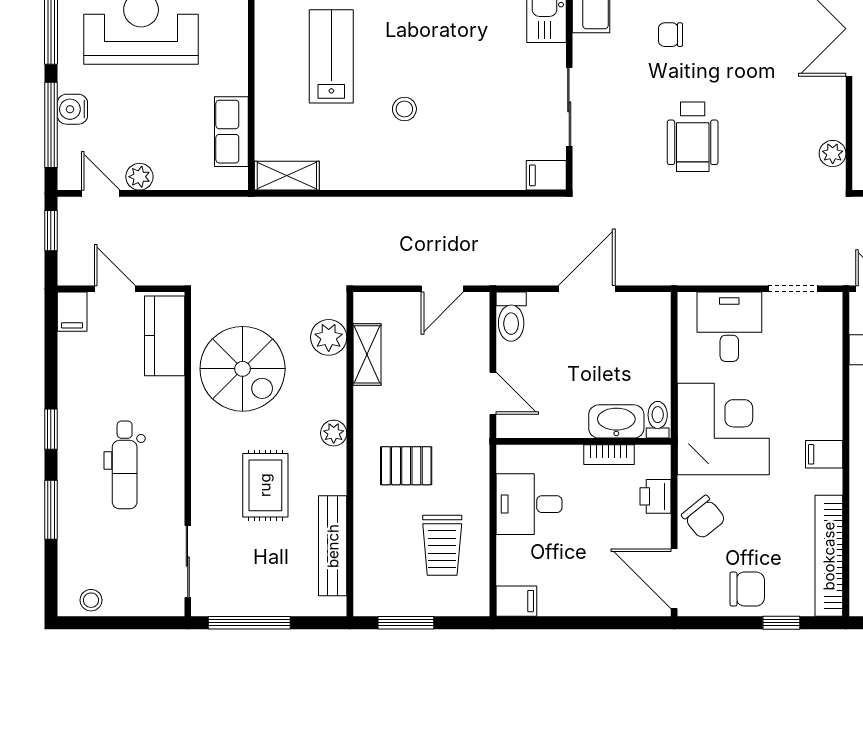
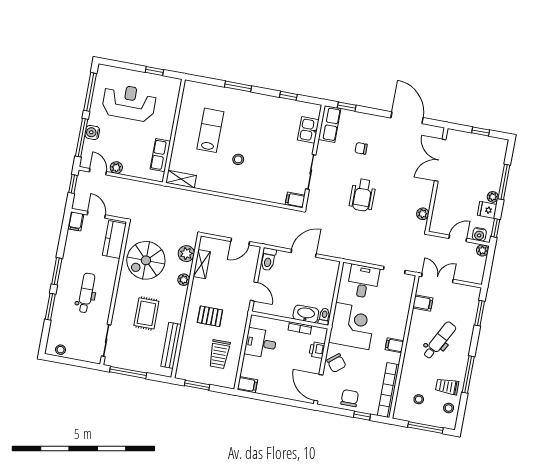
spiral stairs: (243, 369) -> (146, 260), turned 90
window: (51, 429) -> (57, 271), width x1.50
plant: (334, 433) -> (184, 280), moved
dental chair: (125, 465) -> (86, 293), turned 180
chair: (747, 589) -> (350, 398), turned -90

